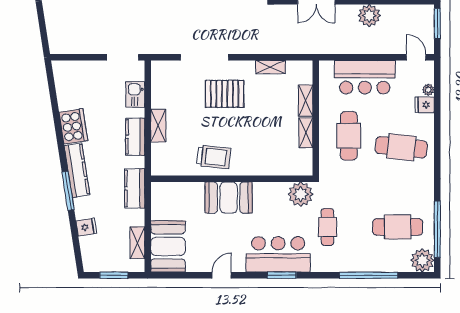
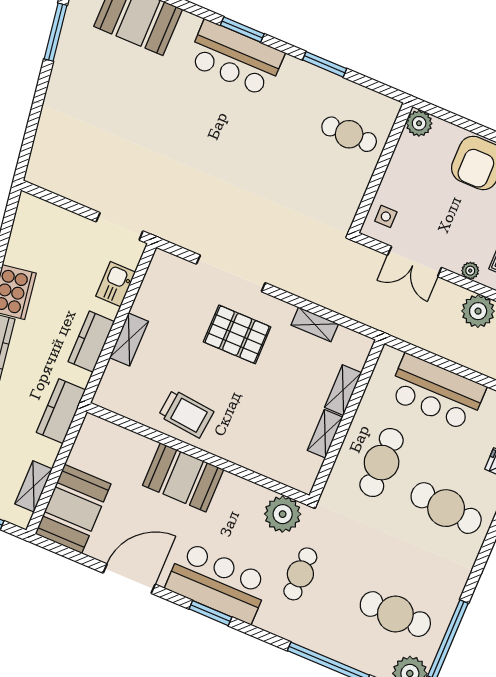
door: (222, 275) -> (129, 579), width x1.87

